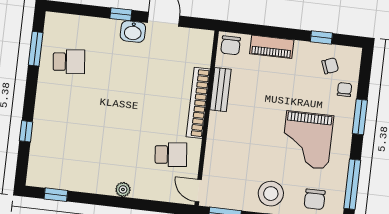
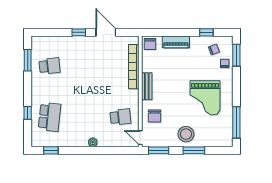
washbasin: (133, 32) -> (88, 42), removed
bench: (220, 90) -> (147, 86), moved
bookcase: (198, 103) -> (134, 67), moved
window: (360, 117) -> (236, 55), moved
school desk: (60, 142) -> (50, 117), added
chair: (315, 199) -> (155, 116), moved

